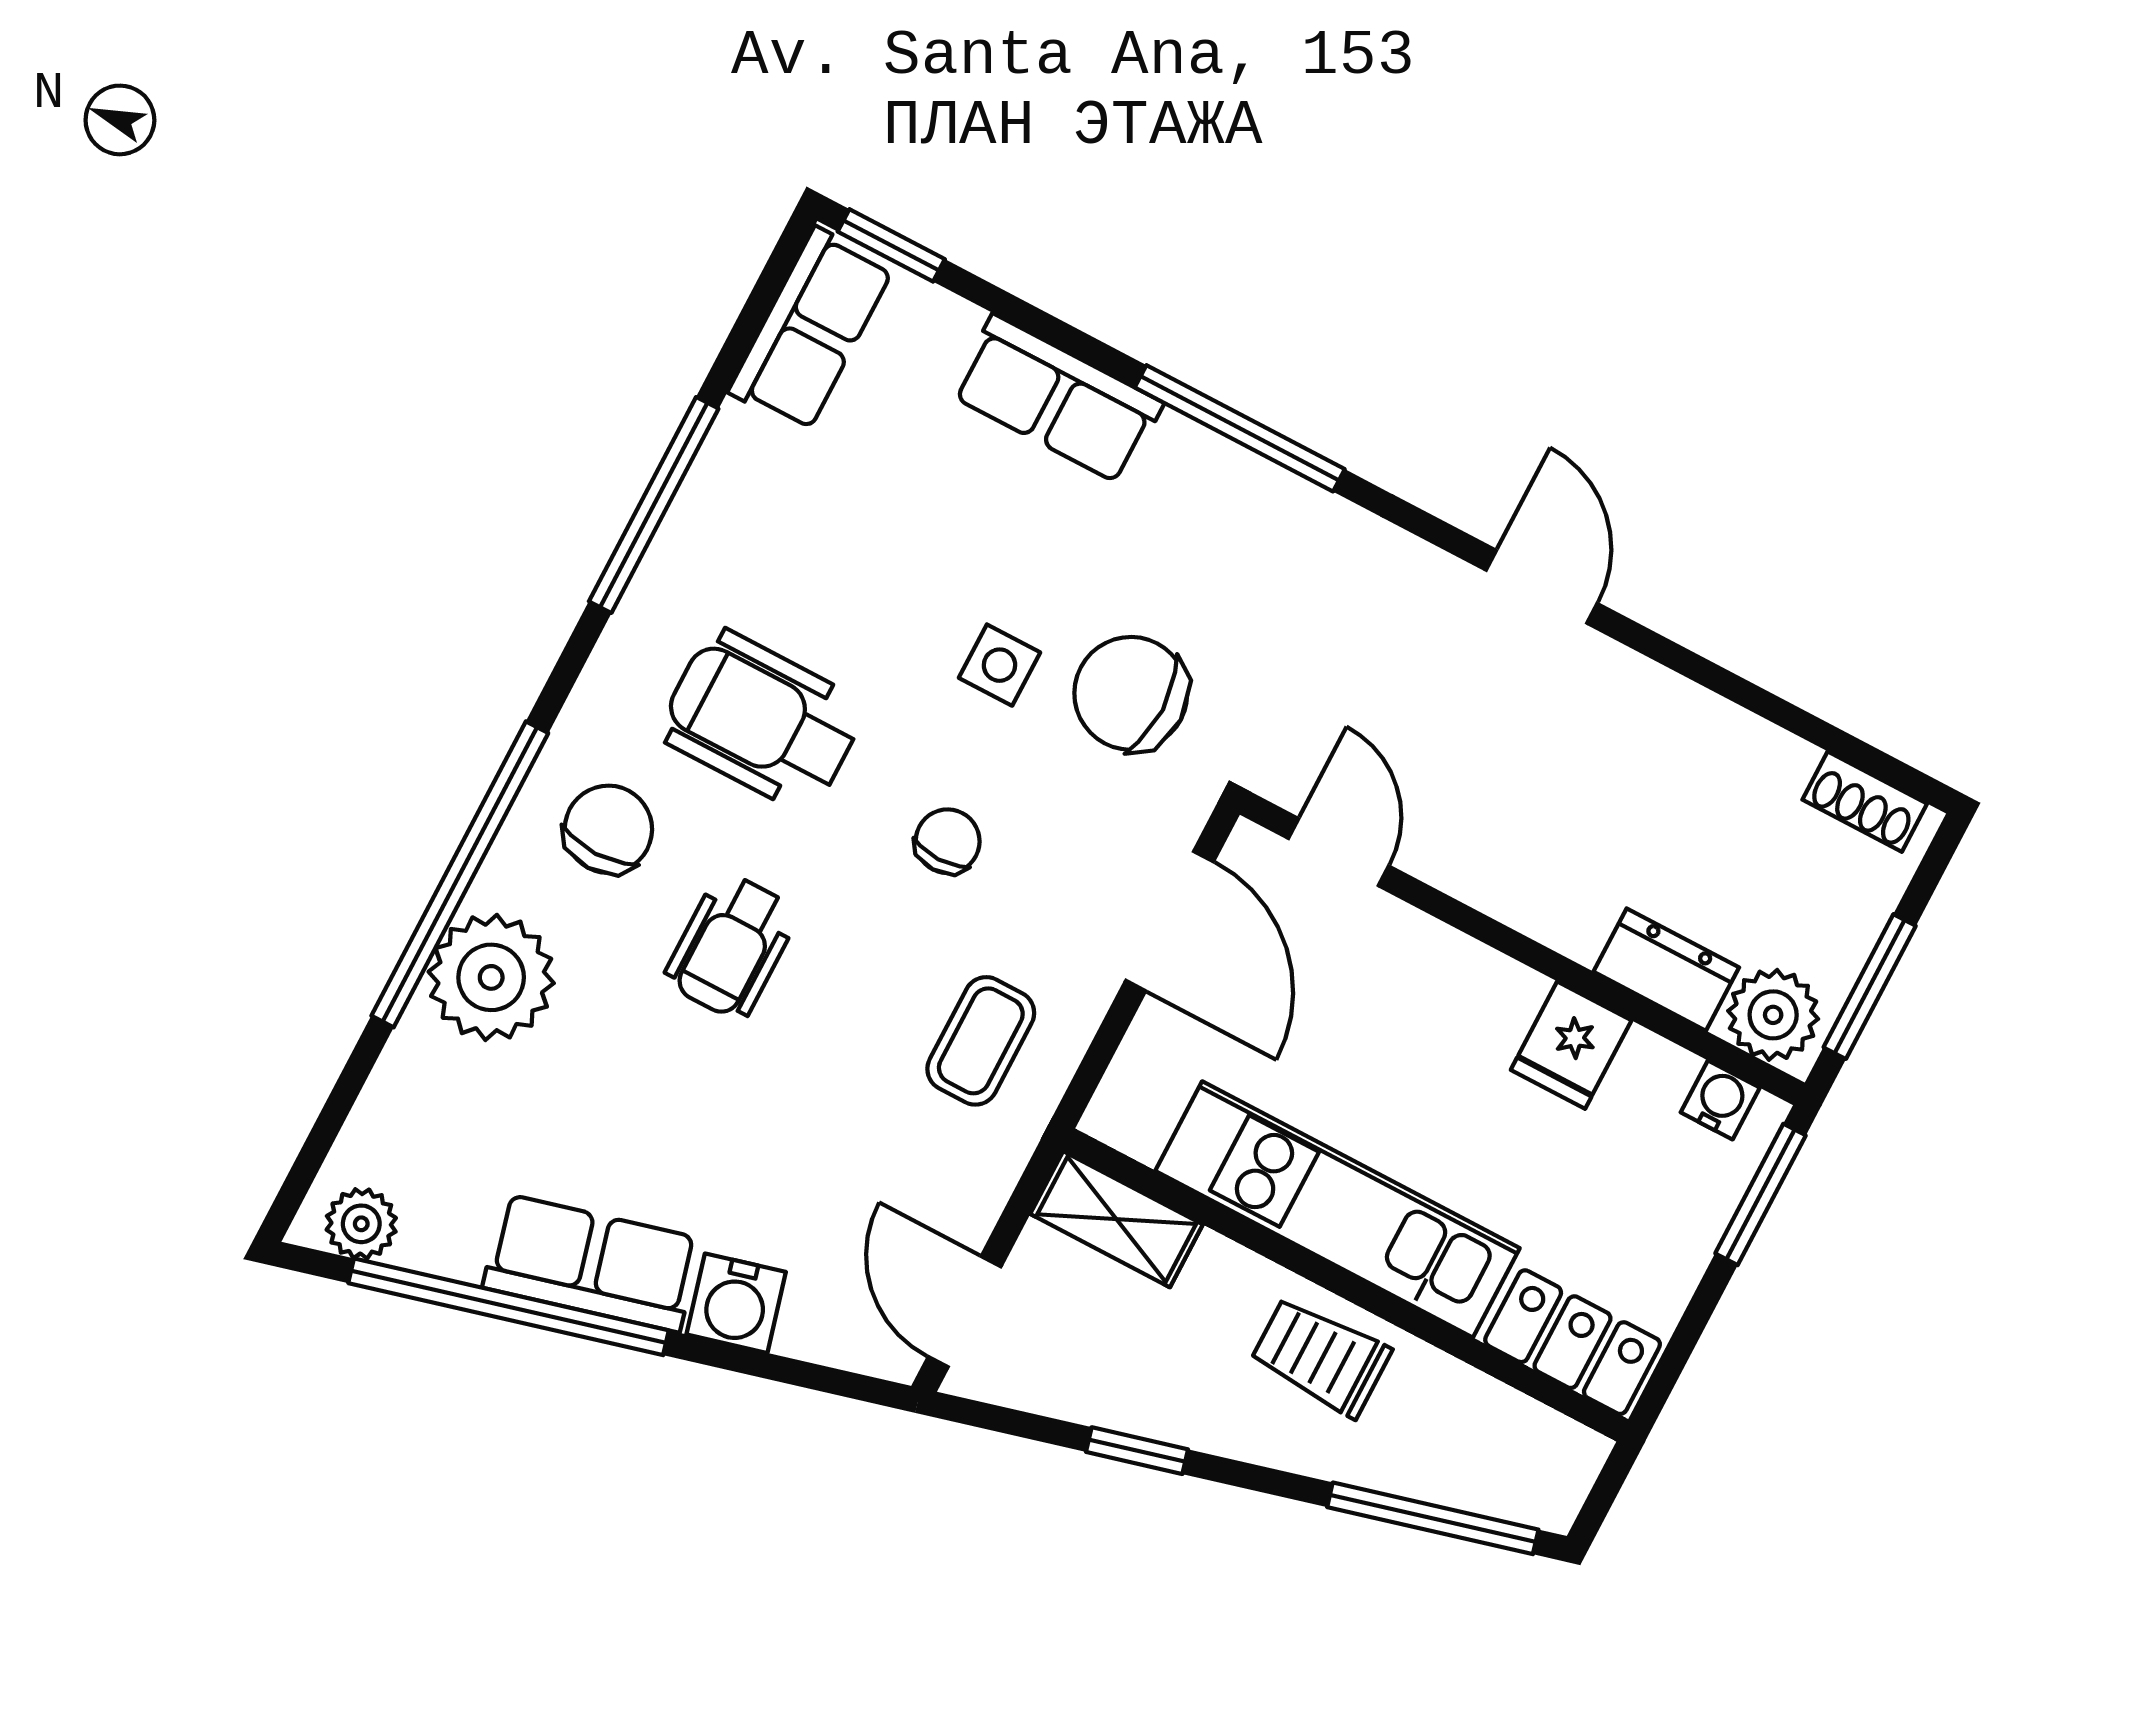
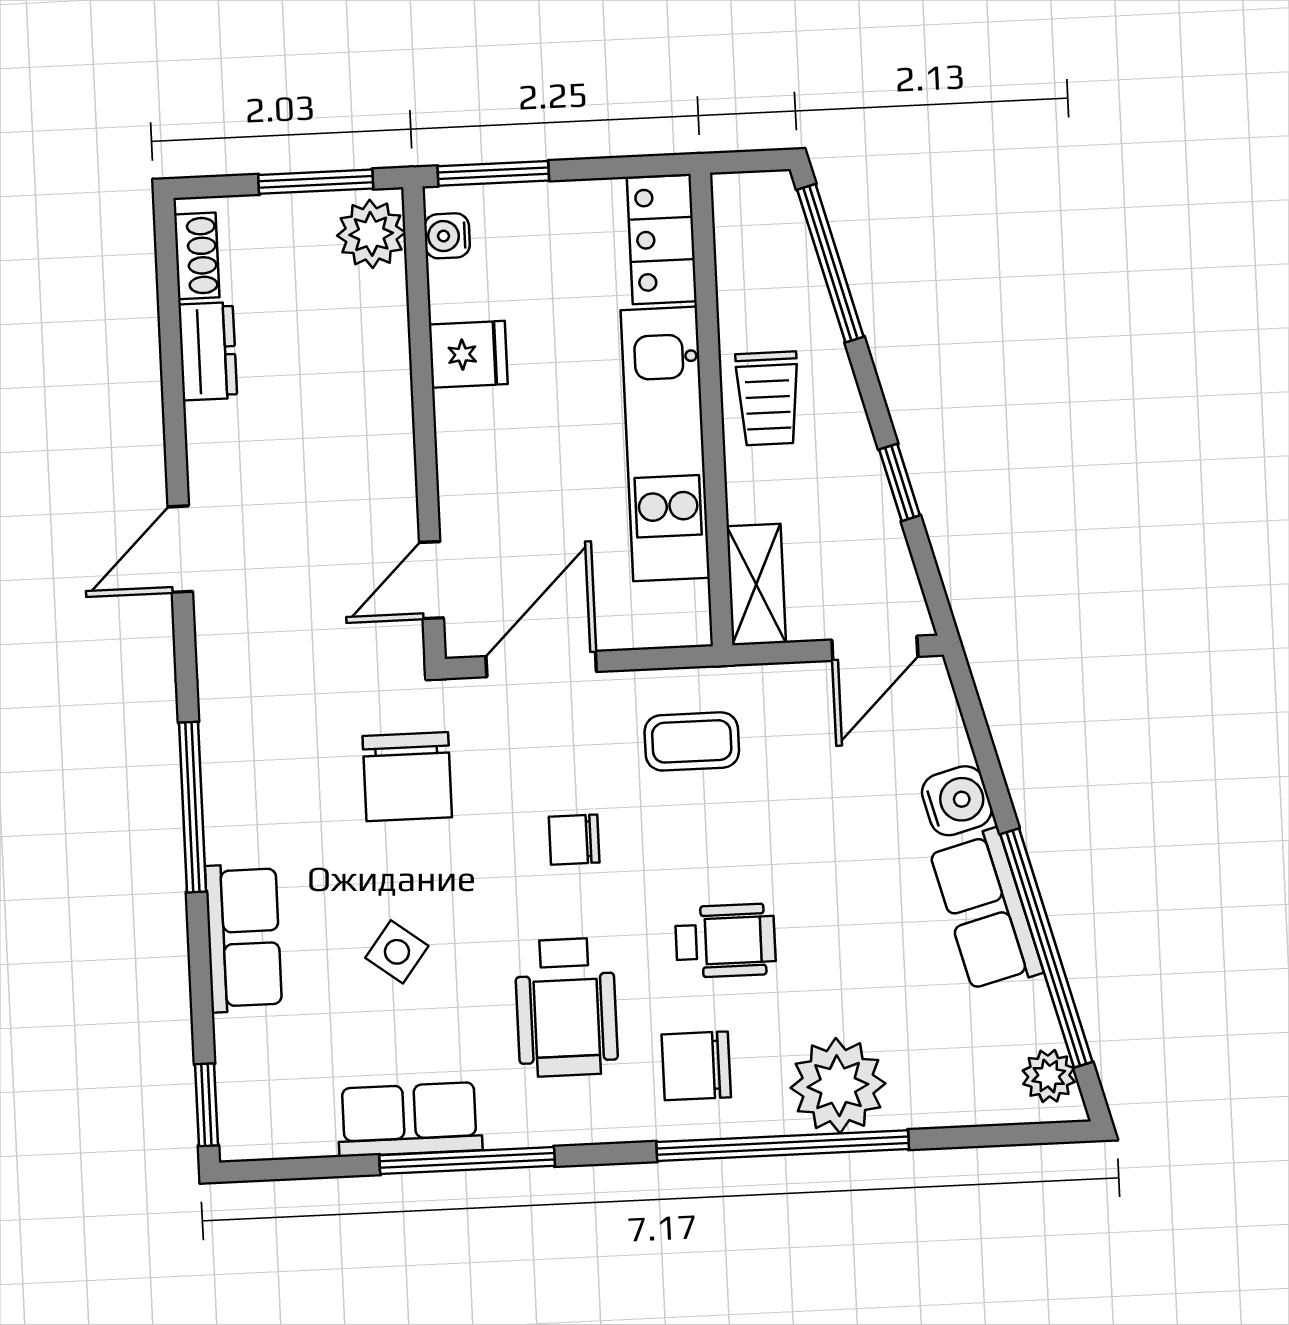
row of seats: (811, 330) -> (409, 1119), moved
side table: (999, 665) -> (397, 952), moved, turned 37
dresser: (1666, 970) -> (208, 351), moved, turned 180

